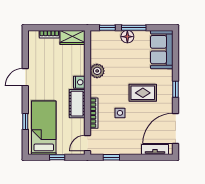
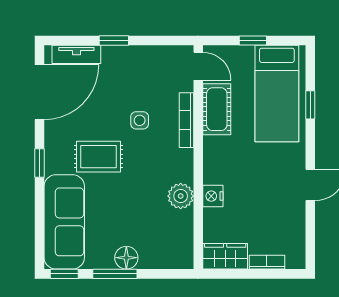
window: (107, 28) -> (64, 274), moved
sofa: (162, 50) -> (64, 222), width x1.36
nightstand: (79, 82) -> (213, 196), moved
cot: (77, 104) -> (217, 109), moved
door: (87, 143) -> (198, 66), hinge flipped
window: (111, 157) -> (114, 40), moved

